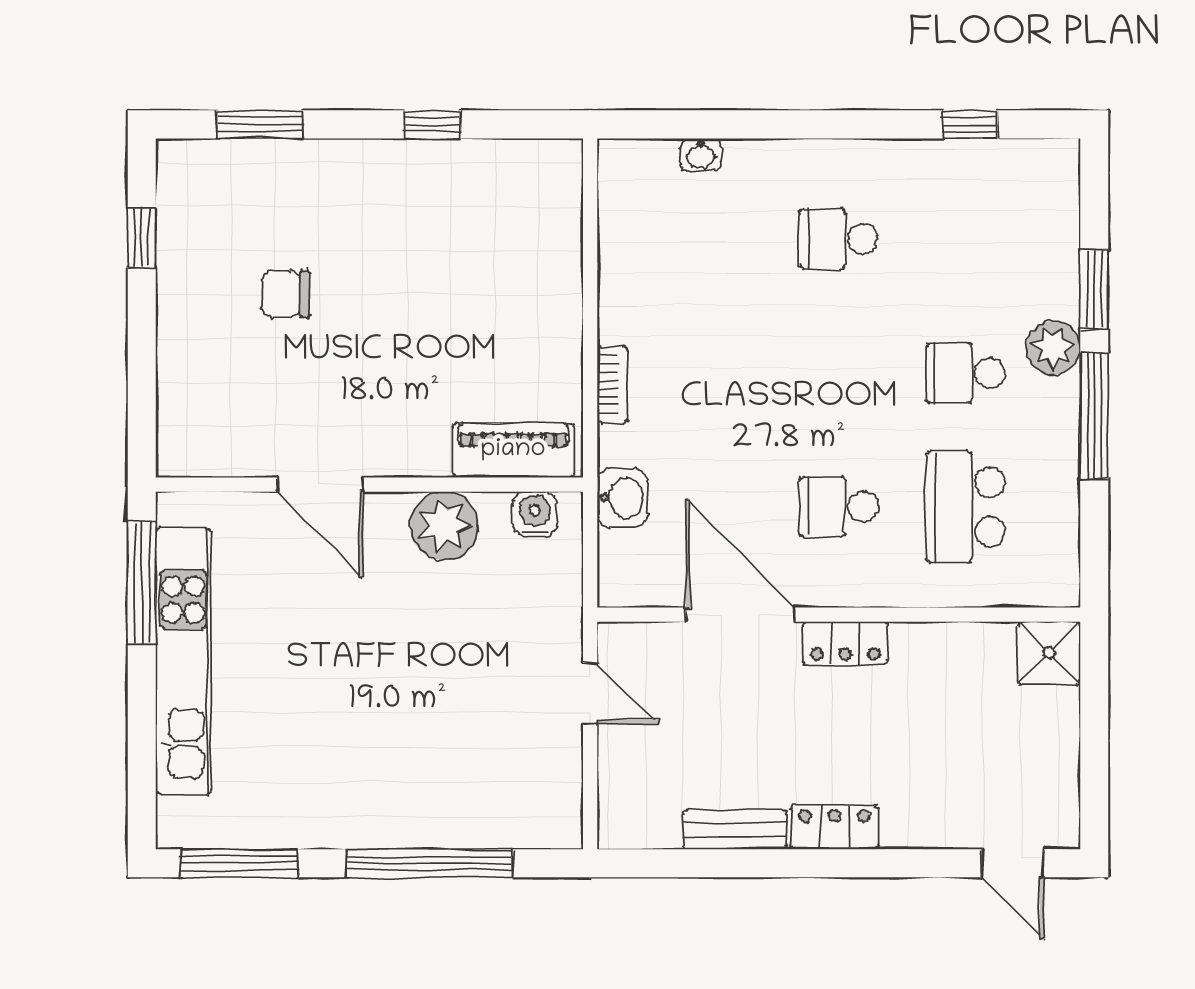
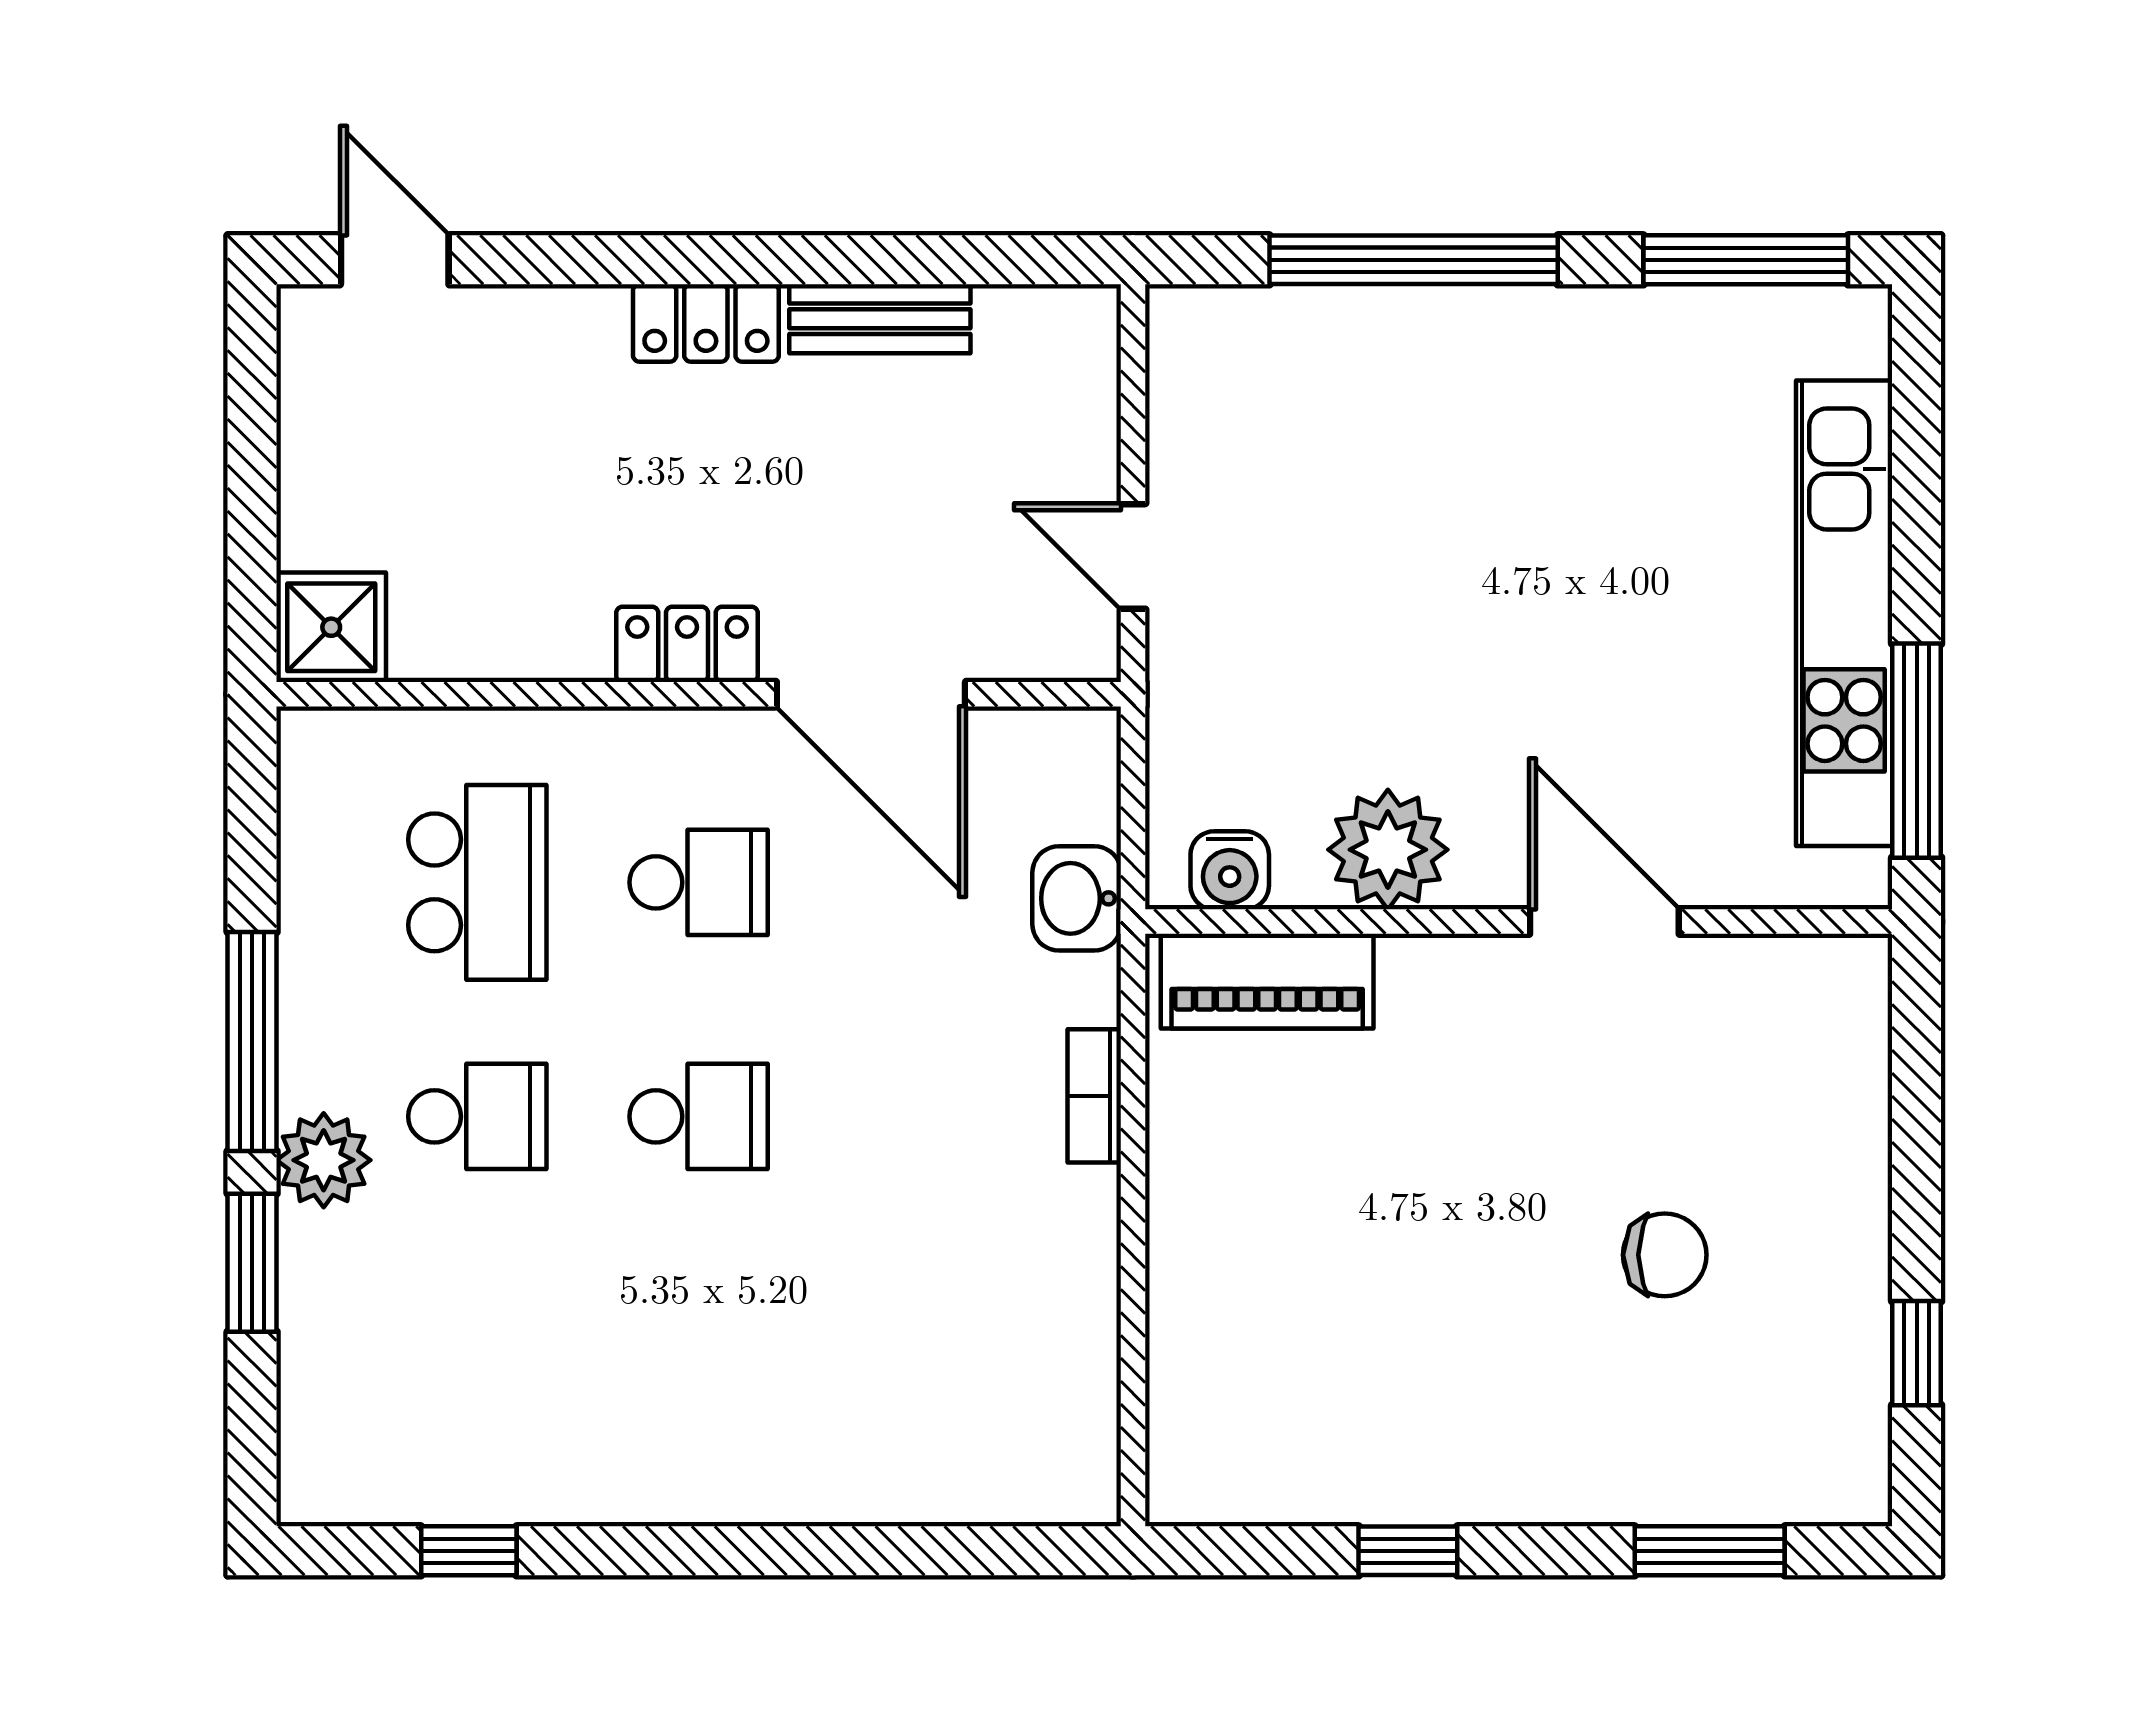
washbasin: (701, 155) -> (940, 1498), removed
school desk: (839, 239) -> (699, 1116), moved

